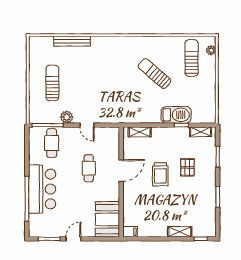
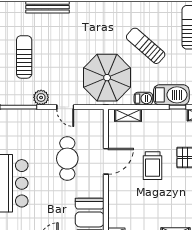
parasol: (122, 100) -> (107, 78), added
barbecue: (153, 118) -> (143, 99), added
cafe table: (52, 143) -> (23, 128), removed
cafe table: (89, 168) -> (67, 159), width x1.37, depth x1.35

